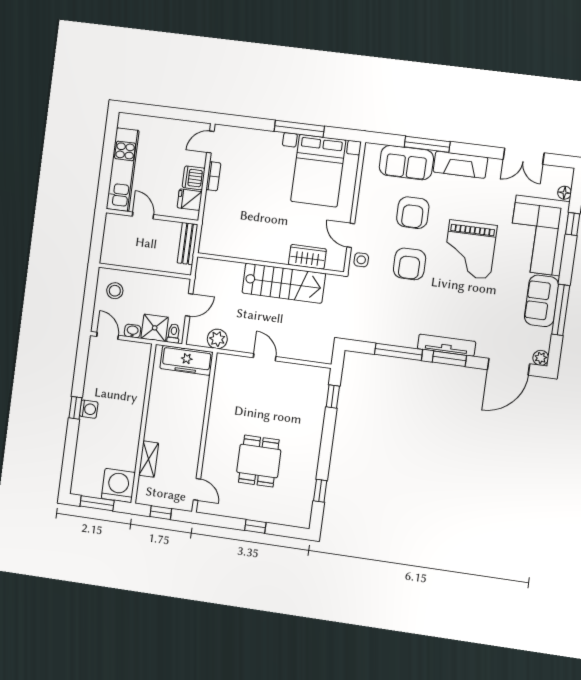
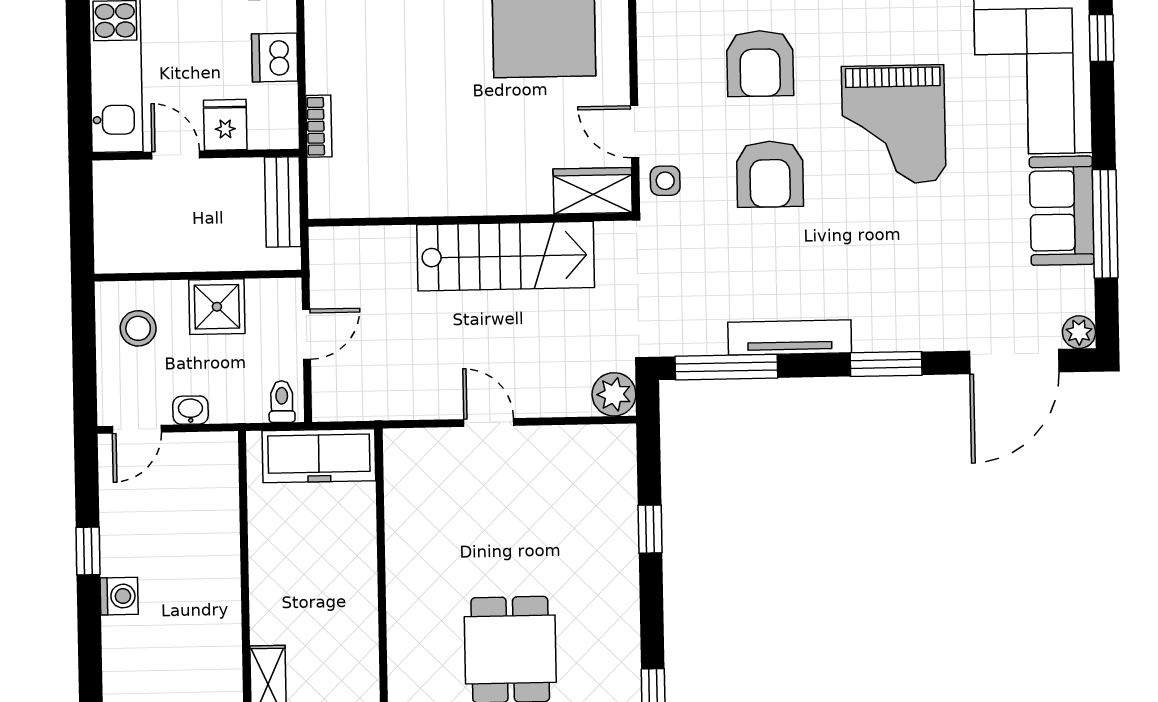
bookcase: (213, 176) -> (319, 126), moved
fridge: (190, 200) -> (225, 125), moved, turned 90
wardrobe: (307, 257) -> (593, 191), moved
shower: (155, 328) -> (217, 307), moved
door: (108, 336) -> (137, 429), swing flipped
plant: (217, 339) -> (614, 394), moved
tv unit: (447, 345) -> (790, 338), moved
window: (399, 352) -> (726, 367), moved
window: (333, 397) -> (650, 529), moved
window: (75, 408) -> (88, 551), moved

